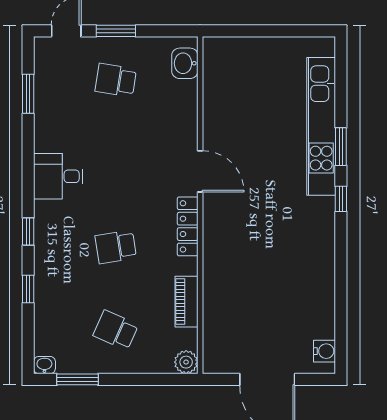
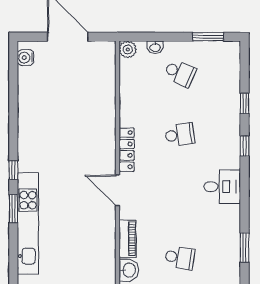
piano: (186, 302) -> (128, 239), moved
washbasin: (44, 365) -> (155, 47), moved

